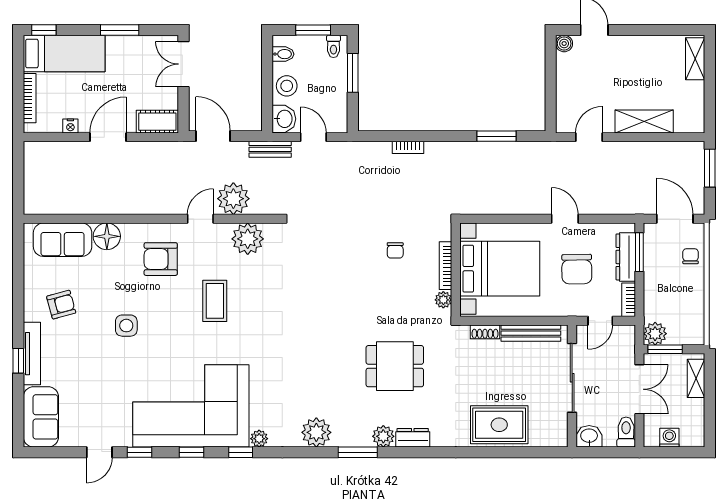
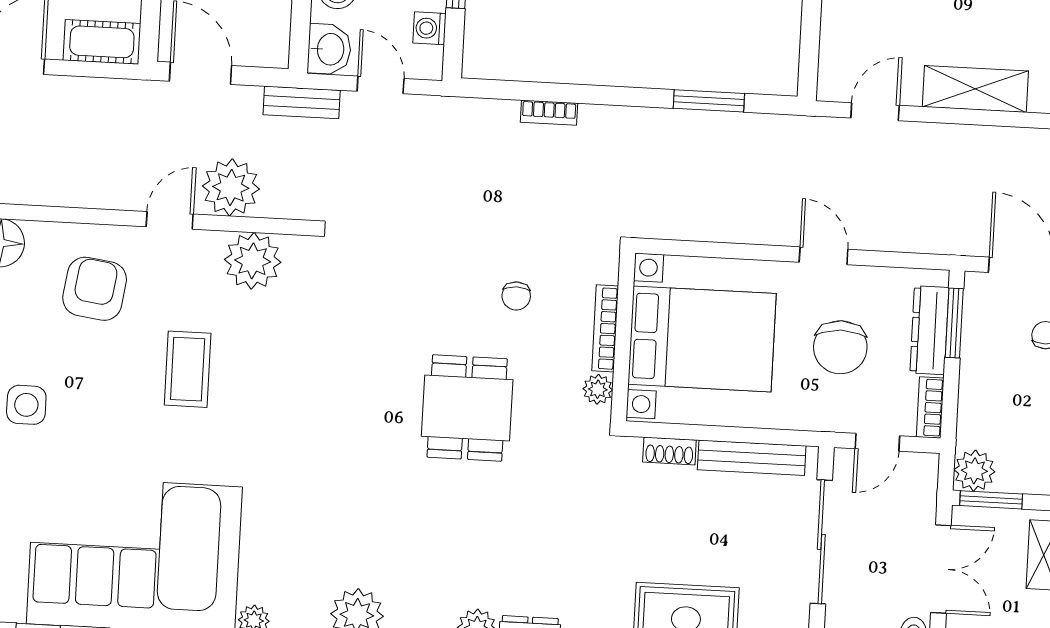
washing machine: (339, 104) -> (429, 28), added
armchair: (161, 259) -> (95, 289), turned 98
dining table: (395, 366) -> (467, 408), moved, turned 90

